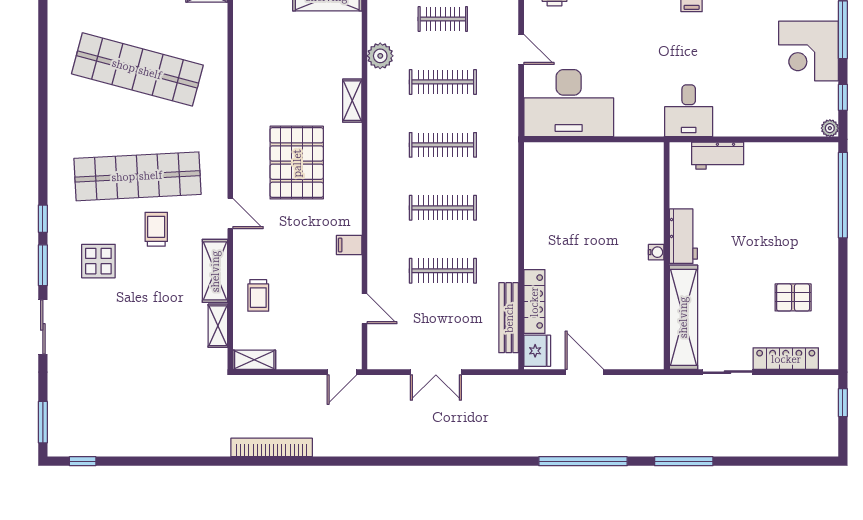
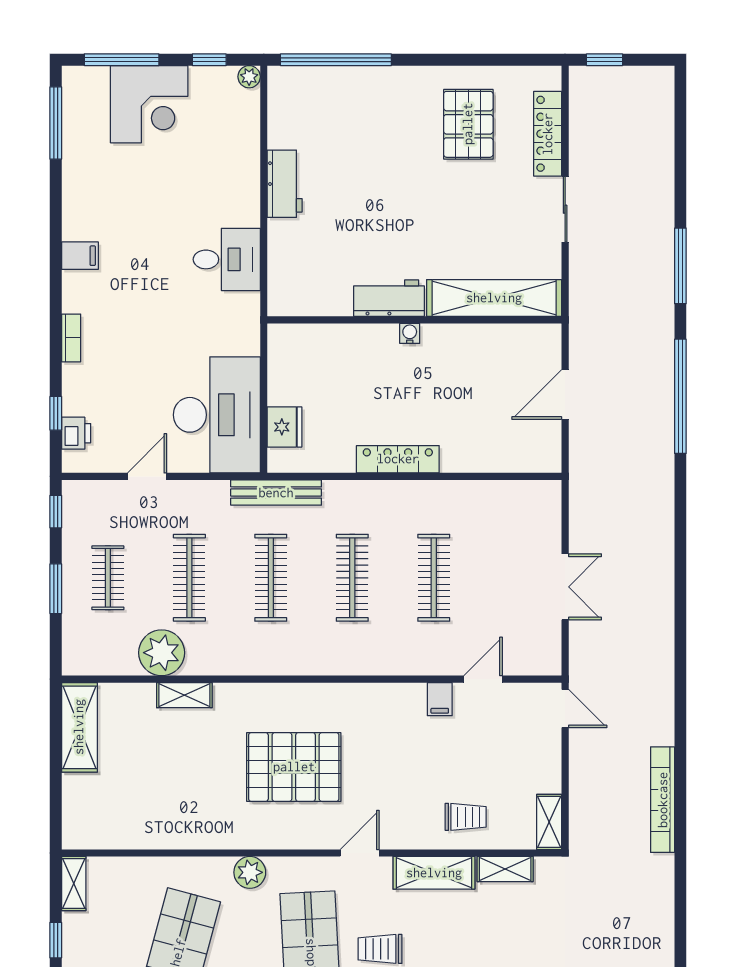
plant: (380, 56) -> (162, 653), width x1.36, depth x1.36
shelving: (352, 101) -> (184, 695), moved
plant: (215, 129) -> (250, 872), added
workbench: (718, 156) -> (285, 184), moved
workbench: (683, 236) -> (389, 298), moved
filing cabinet: (349, 245) -> (440, 699), moved
water cooler: (656, 252) -> (410, 333), moved
wall: (667, 256) -> (414, 320), moved
pallet: (793, 297) -> (468, 124), width x1.50, depth x1.42
locker: (534, 302) -> (398, 459), moved
shelving: (683, 317) -> (494, 298), moved
bench: (509, 318) -> (276, 493), moved
fridge: (537, 351) -> (285, 427), moved, turned 90

